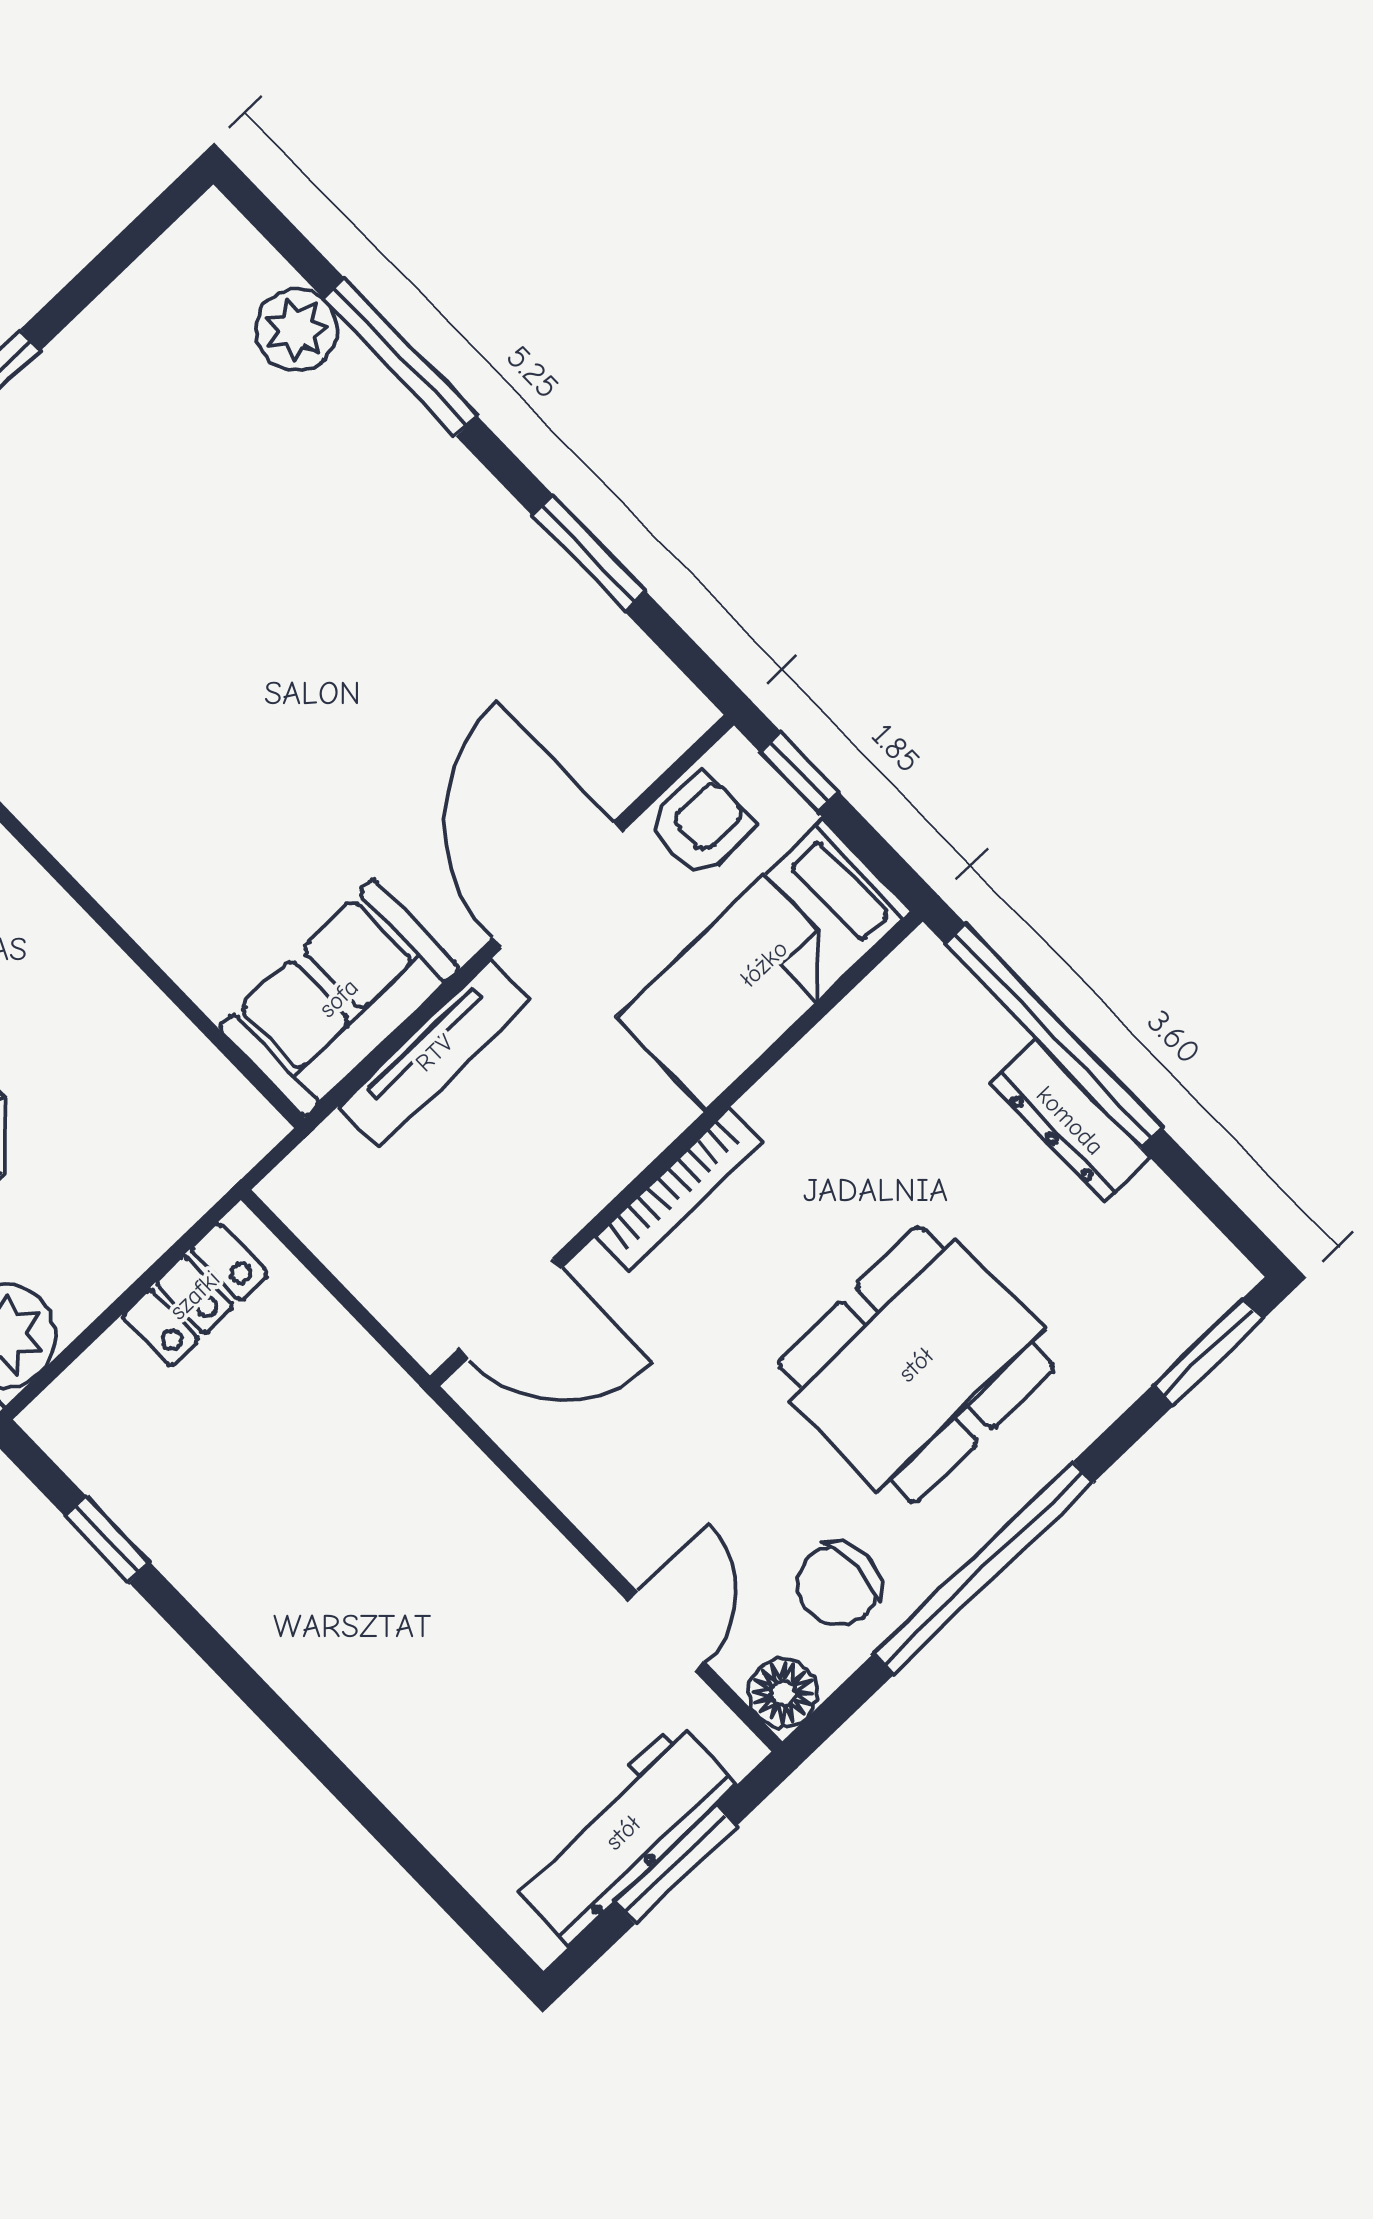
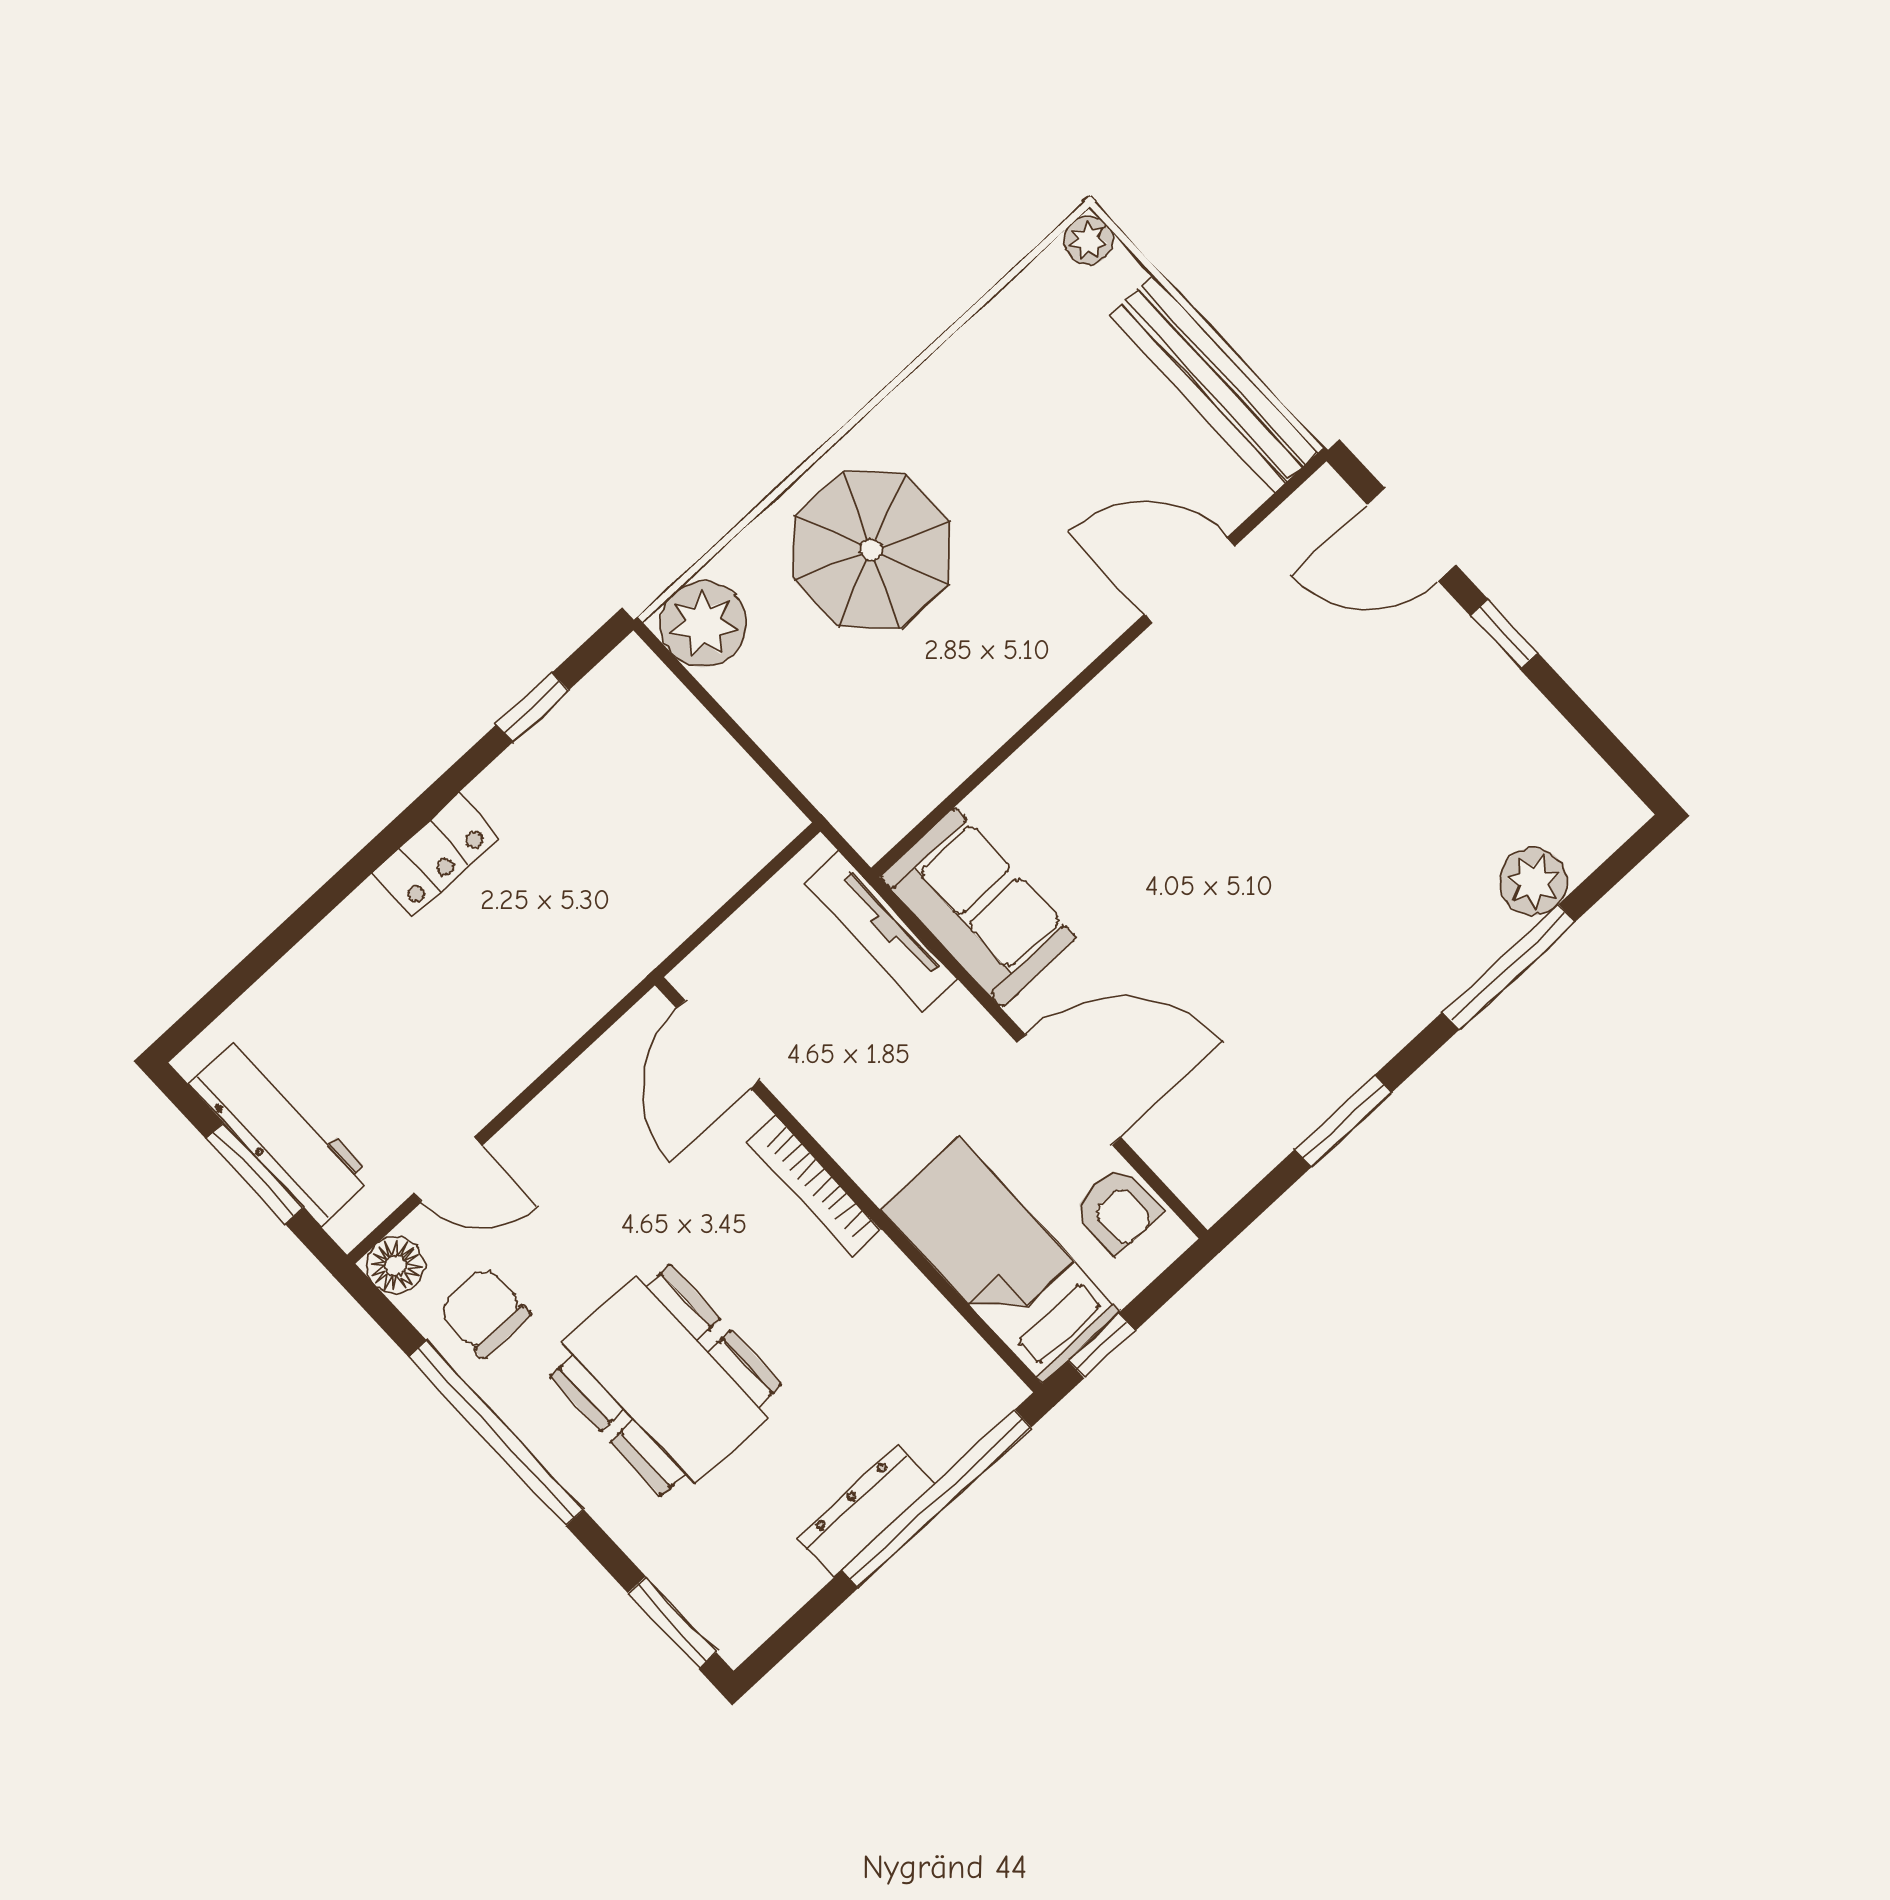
window: (800, 772) -> (1102, 1345), moved
tv unit: (435, 1053) -> (881, 932), moved
locker: (195, 1295) -> (435, 856), moved, turned -90

